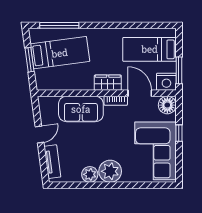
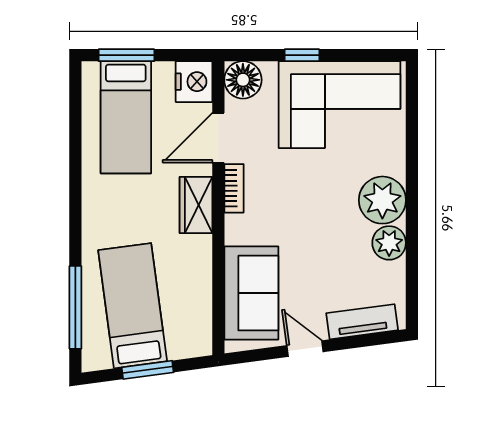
window: (179, 70) -> (126, 55), moved
sofa: (81, 109) -> (251, 293), moved

